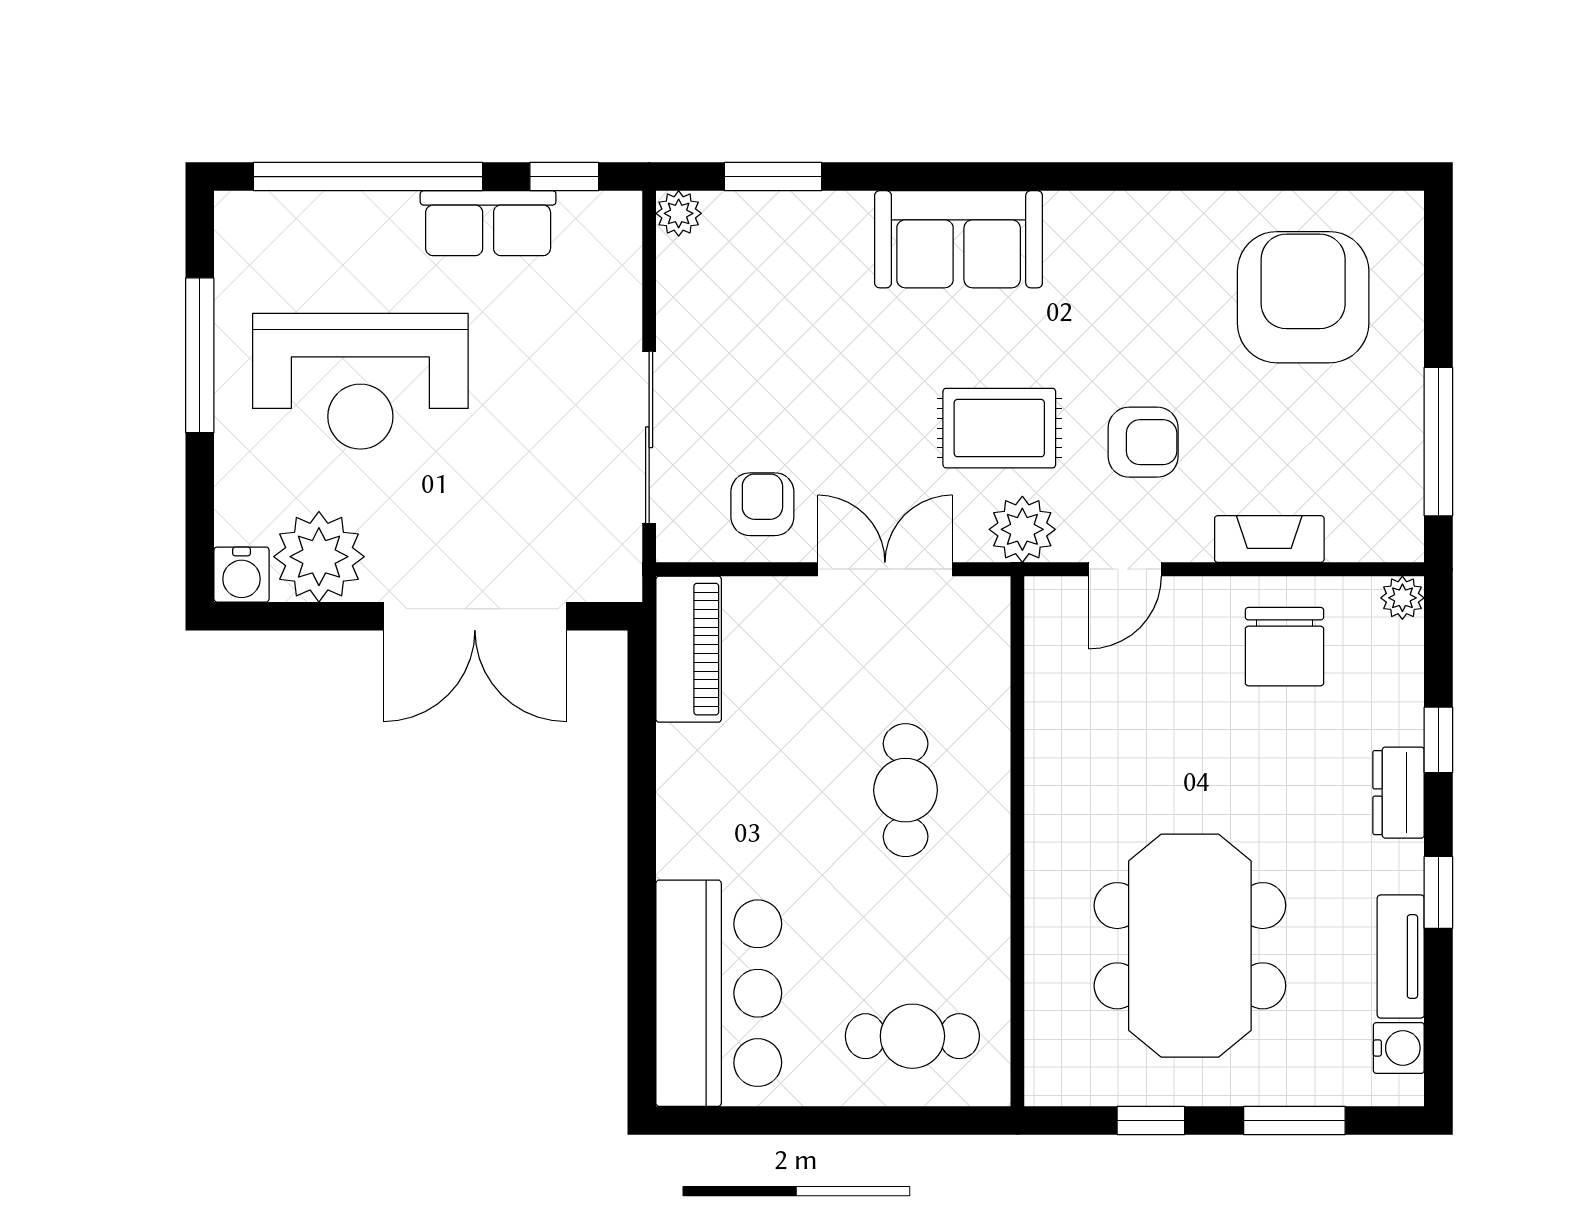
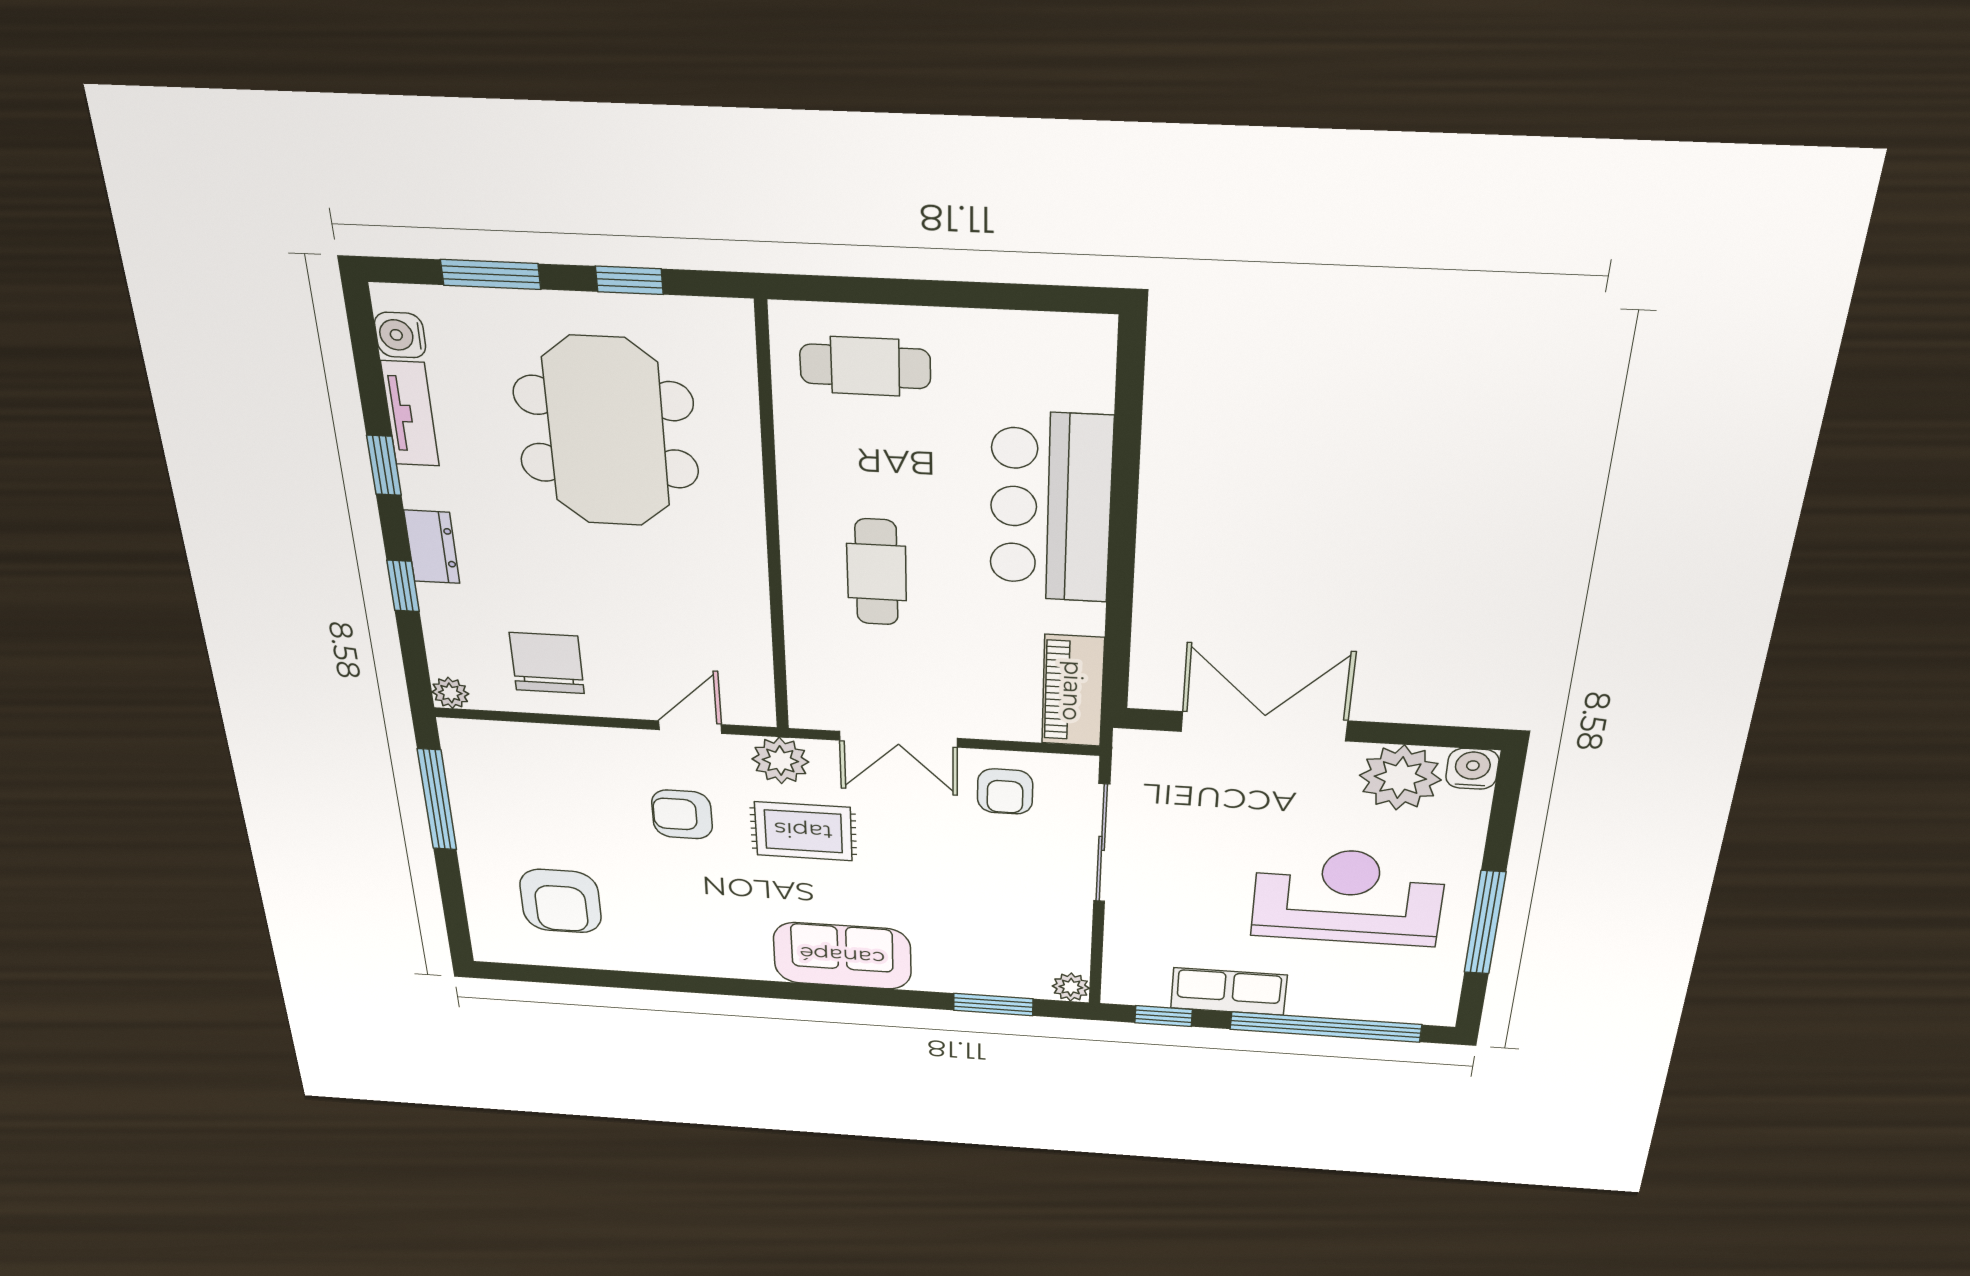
armchair: (1303, 297) -> (561, 901), width x0.73, depth x0.73
fireplace: (1269, 539) -> (569, 741), removed
bar counter: (719, 993) -> (1051, 508), moved

